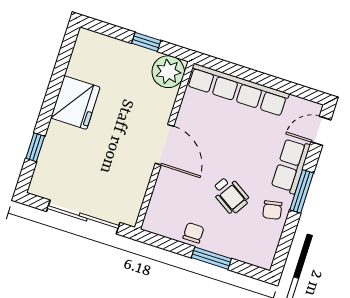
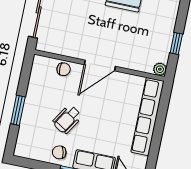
plant: (168, 72) -> (160, 69), width x0.53, depth x0.53
chair: (193, 233) -> (64, 69), moved

